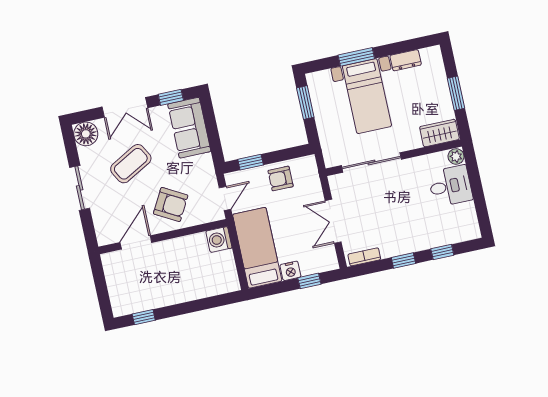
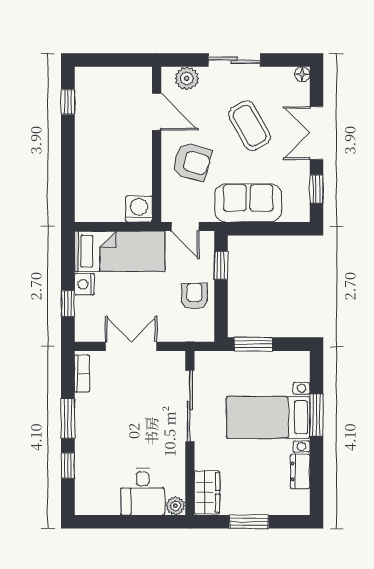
window: (305, 103) -> (253, 344), moved
sofa: (189, 128) -> (248, 203), moved
floor lamp: (86, 134) -> (302, 74), width x0.53, depth x0.53
armchair: (171, 204) -> (192, 162), turned -103
plant: (103, 224) -> (187, 78), added
window: (403, 260) -> (68, 418), width x1.50

